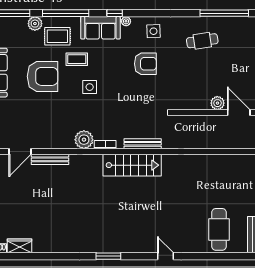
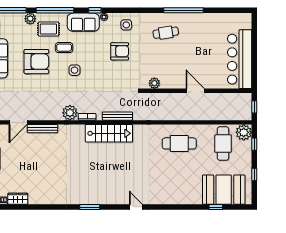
plant: (217, 103) -> (154, 83), moved
cafe table: (219, 229) -> (179, 143), moved, turned 90

